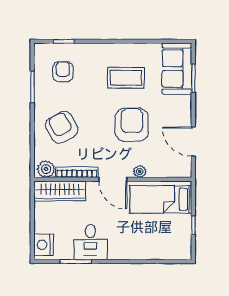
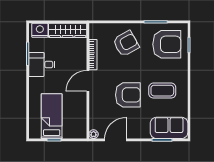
armchair: (63, 72) -> (167, 44), width x1.88, depth x1.88
coffee table: (126, 78) -> (162, 91), turned 90
plant: (46, 169) -> (95, 32), removed
plant: (140, 172) -> (94, 134), moved
wardrobe: (60, 191) -> (68, 30), moved, turned -90
bed: (161, 199) -> (52, 116), moved

